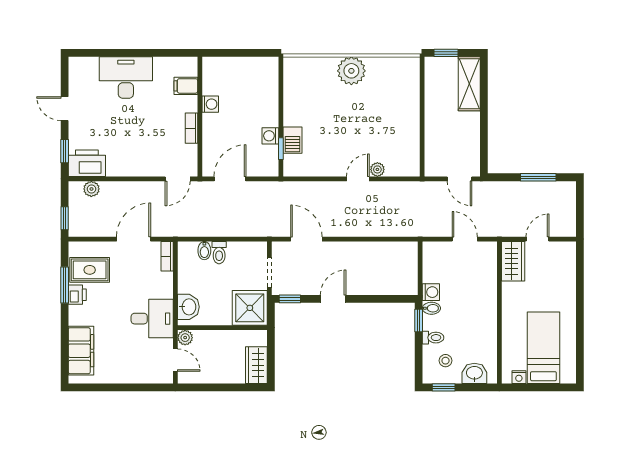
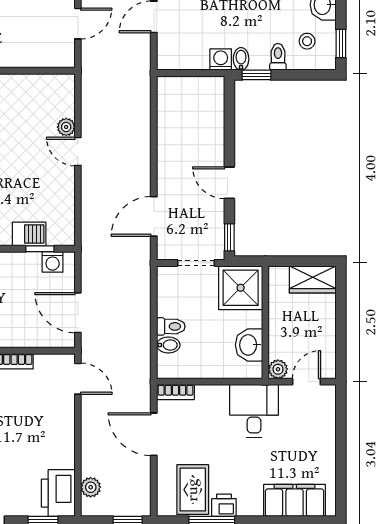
washing machine: (270, 136) -> (53, 262), moved
washbasin: (188, 307) -> (249, 345), moved, turned -90

